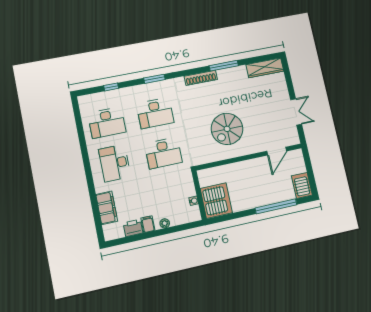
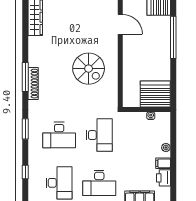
window: (224, 66) -> (25, 77), moved
desk: (155, 113) -> (59, 135), turned 90

